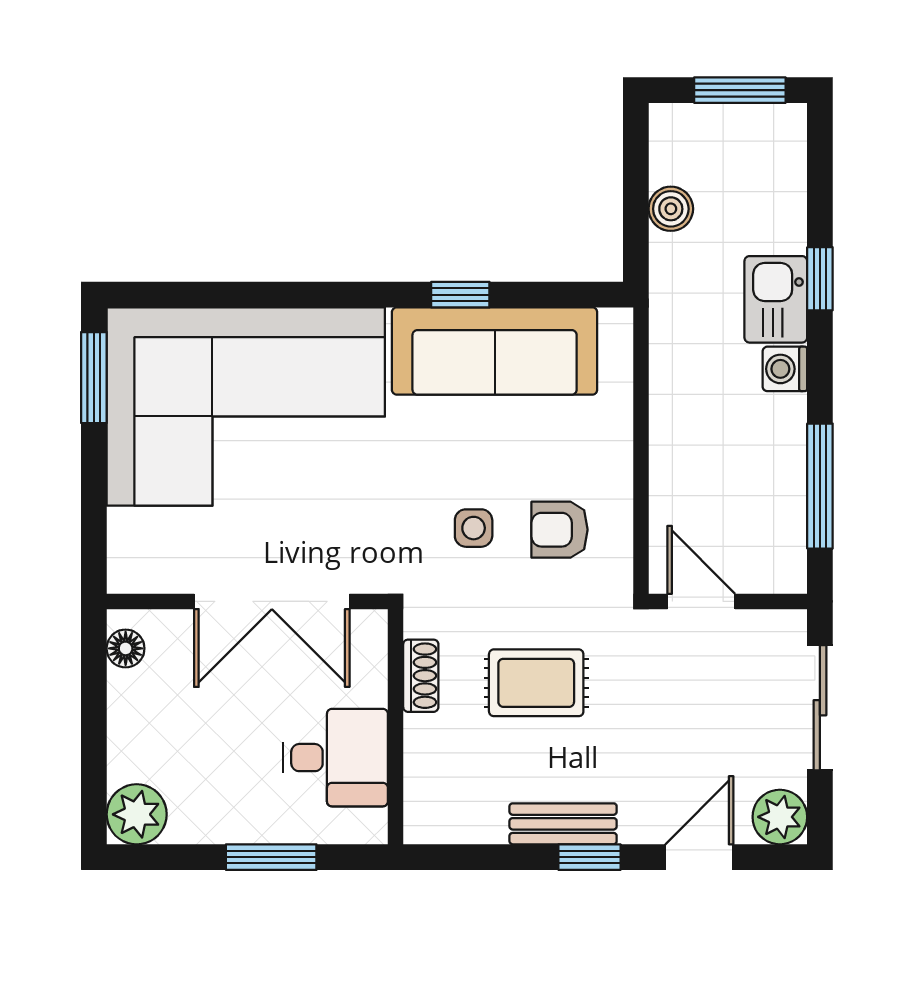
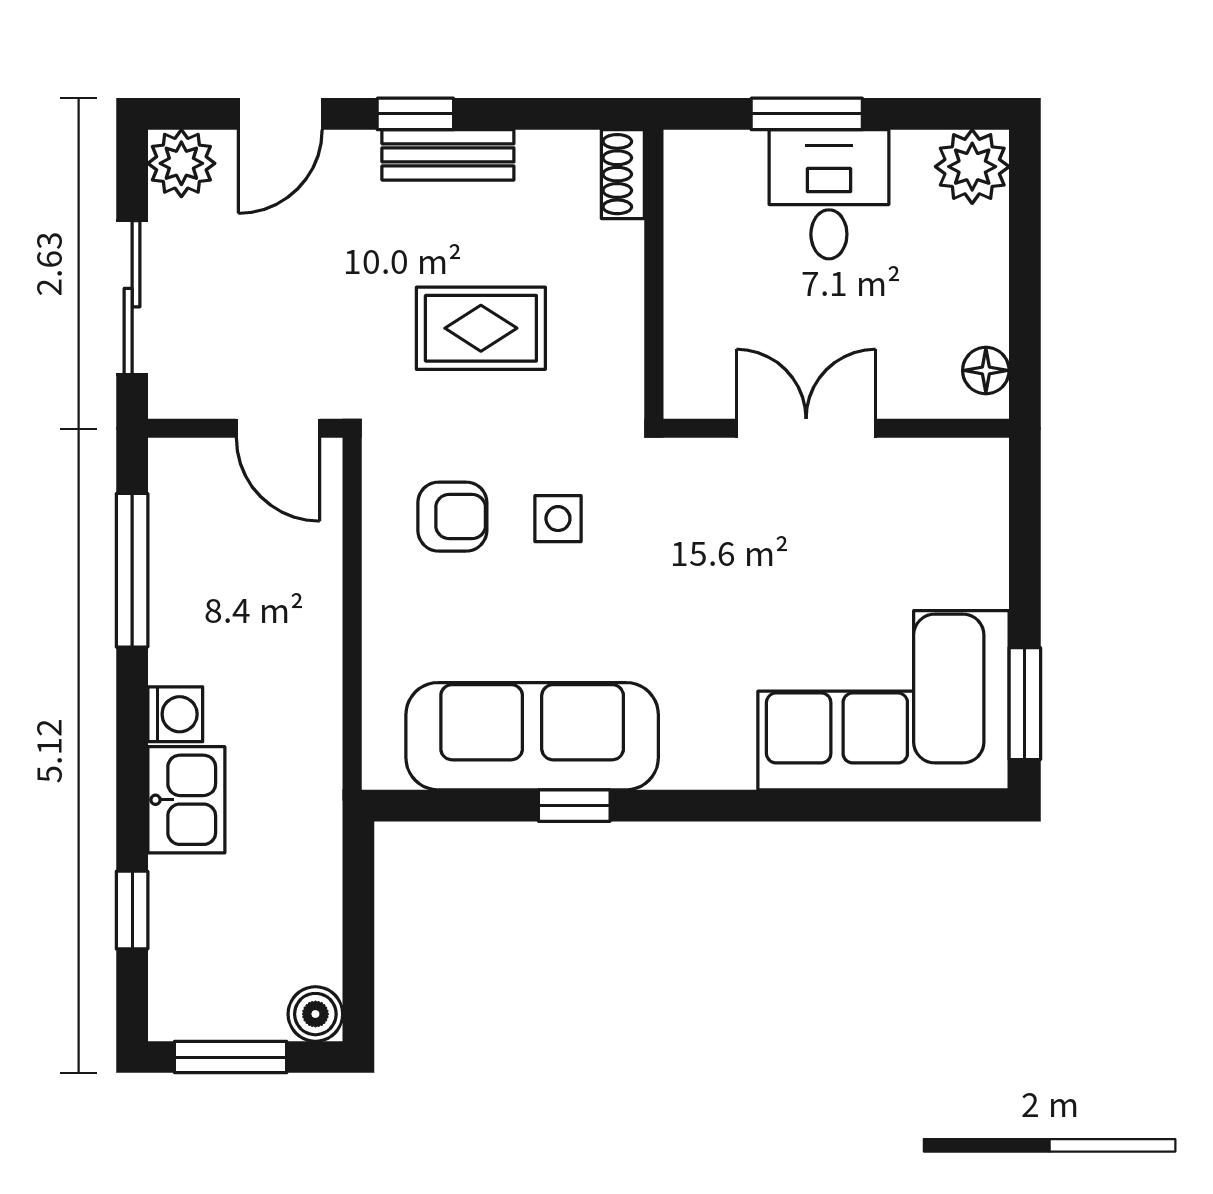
boiler: (671, 209) -> (315, 1014), moved
window: (820, 279) -> (132, 910), moved
corner sofa: (246, 407) -> (883, 700), width x0.73, depth x0.74
double door: (272, 601) -> (806, 428), width x0.73
shoe rack: (421, 676) -> (623, 174), moved
desk: (335, 758) -> (829, 194), moved, turned 90

